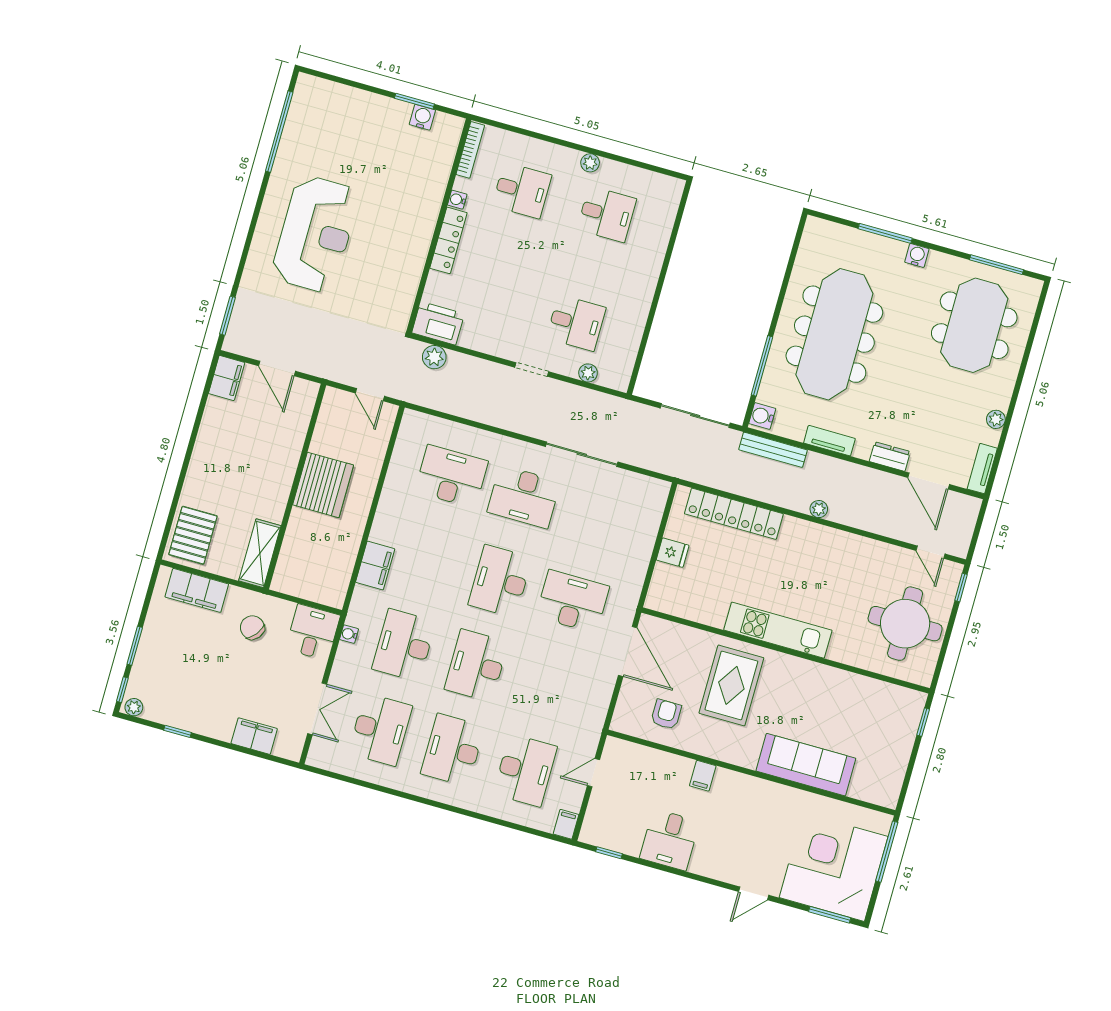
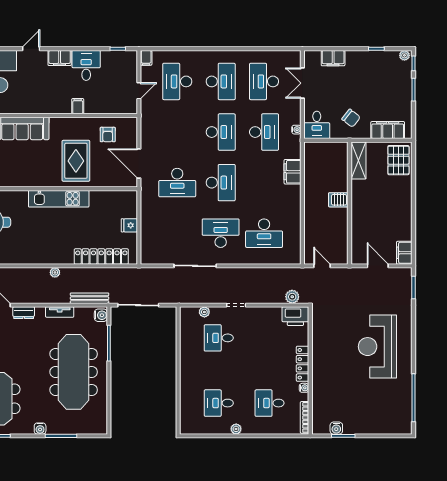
server rack: (323, 485) -> (338, 200), width x0.46, depth x0.70
filing cabinet: (710, 865) -> (60, 58), added

